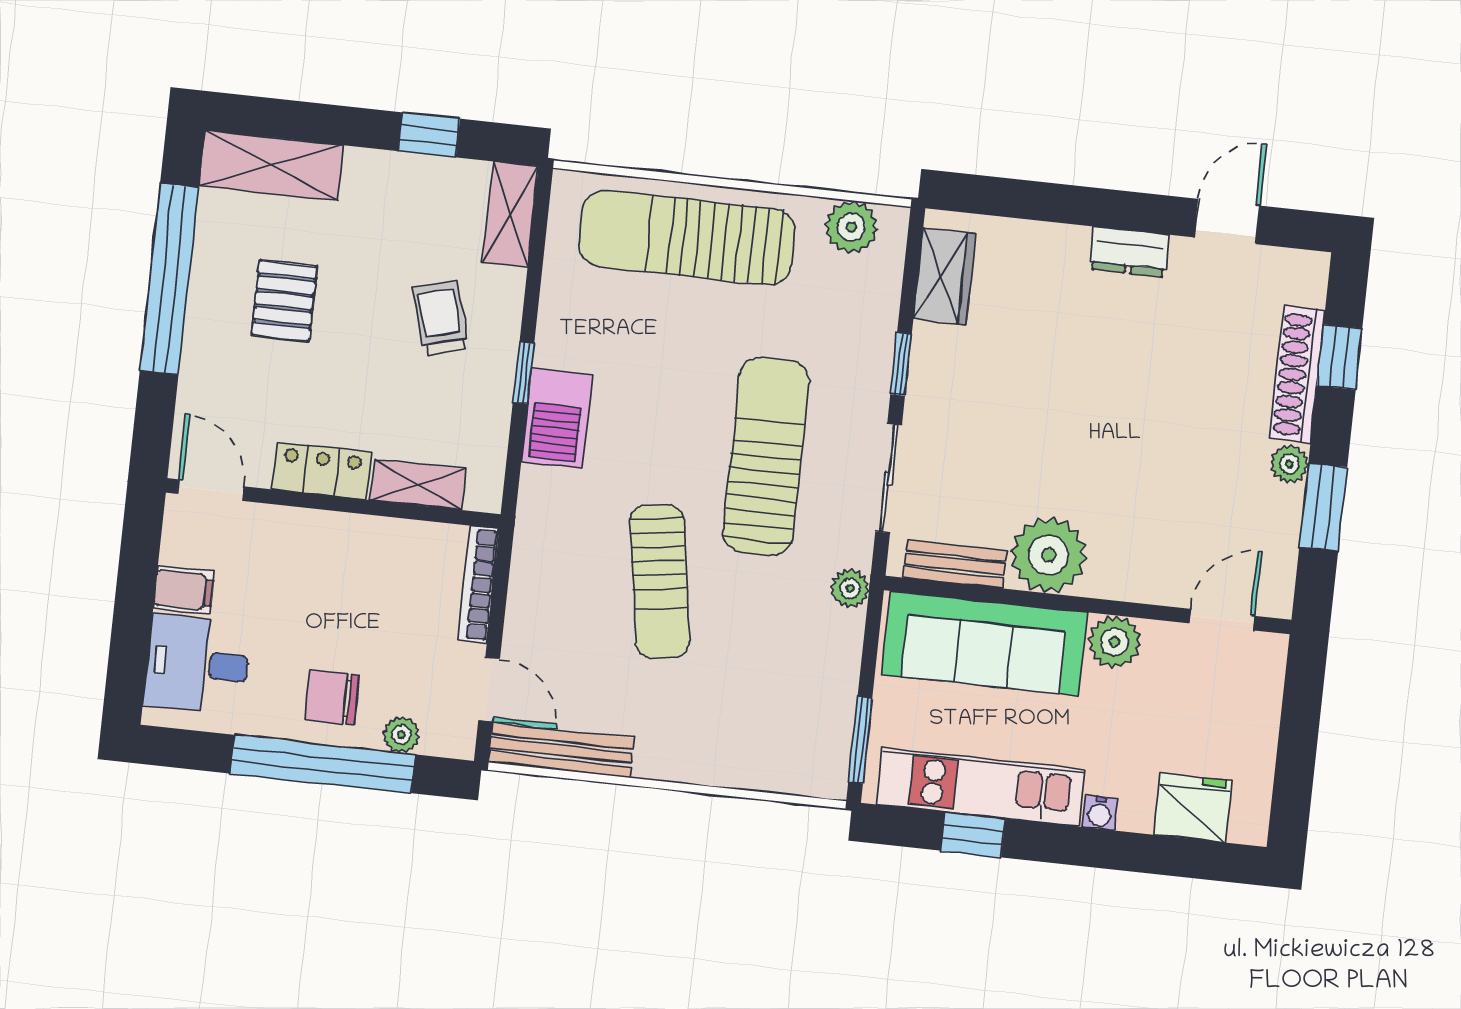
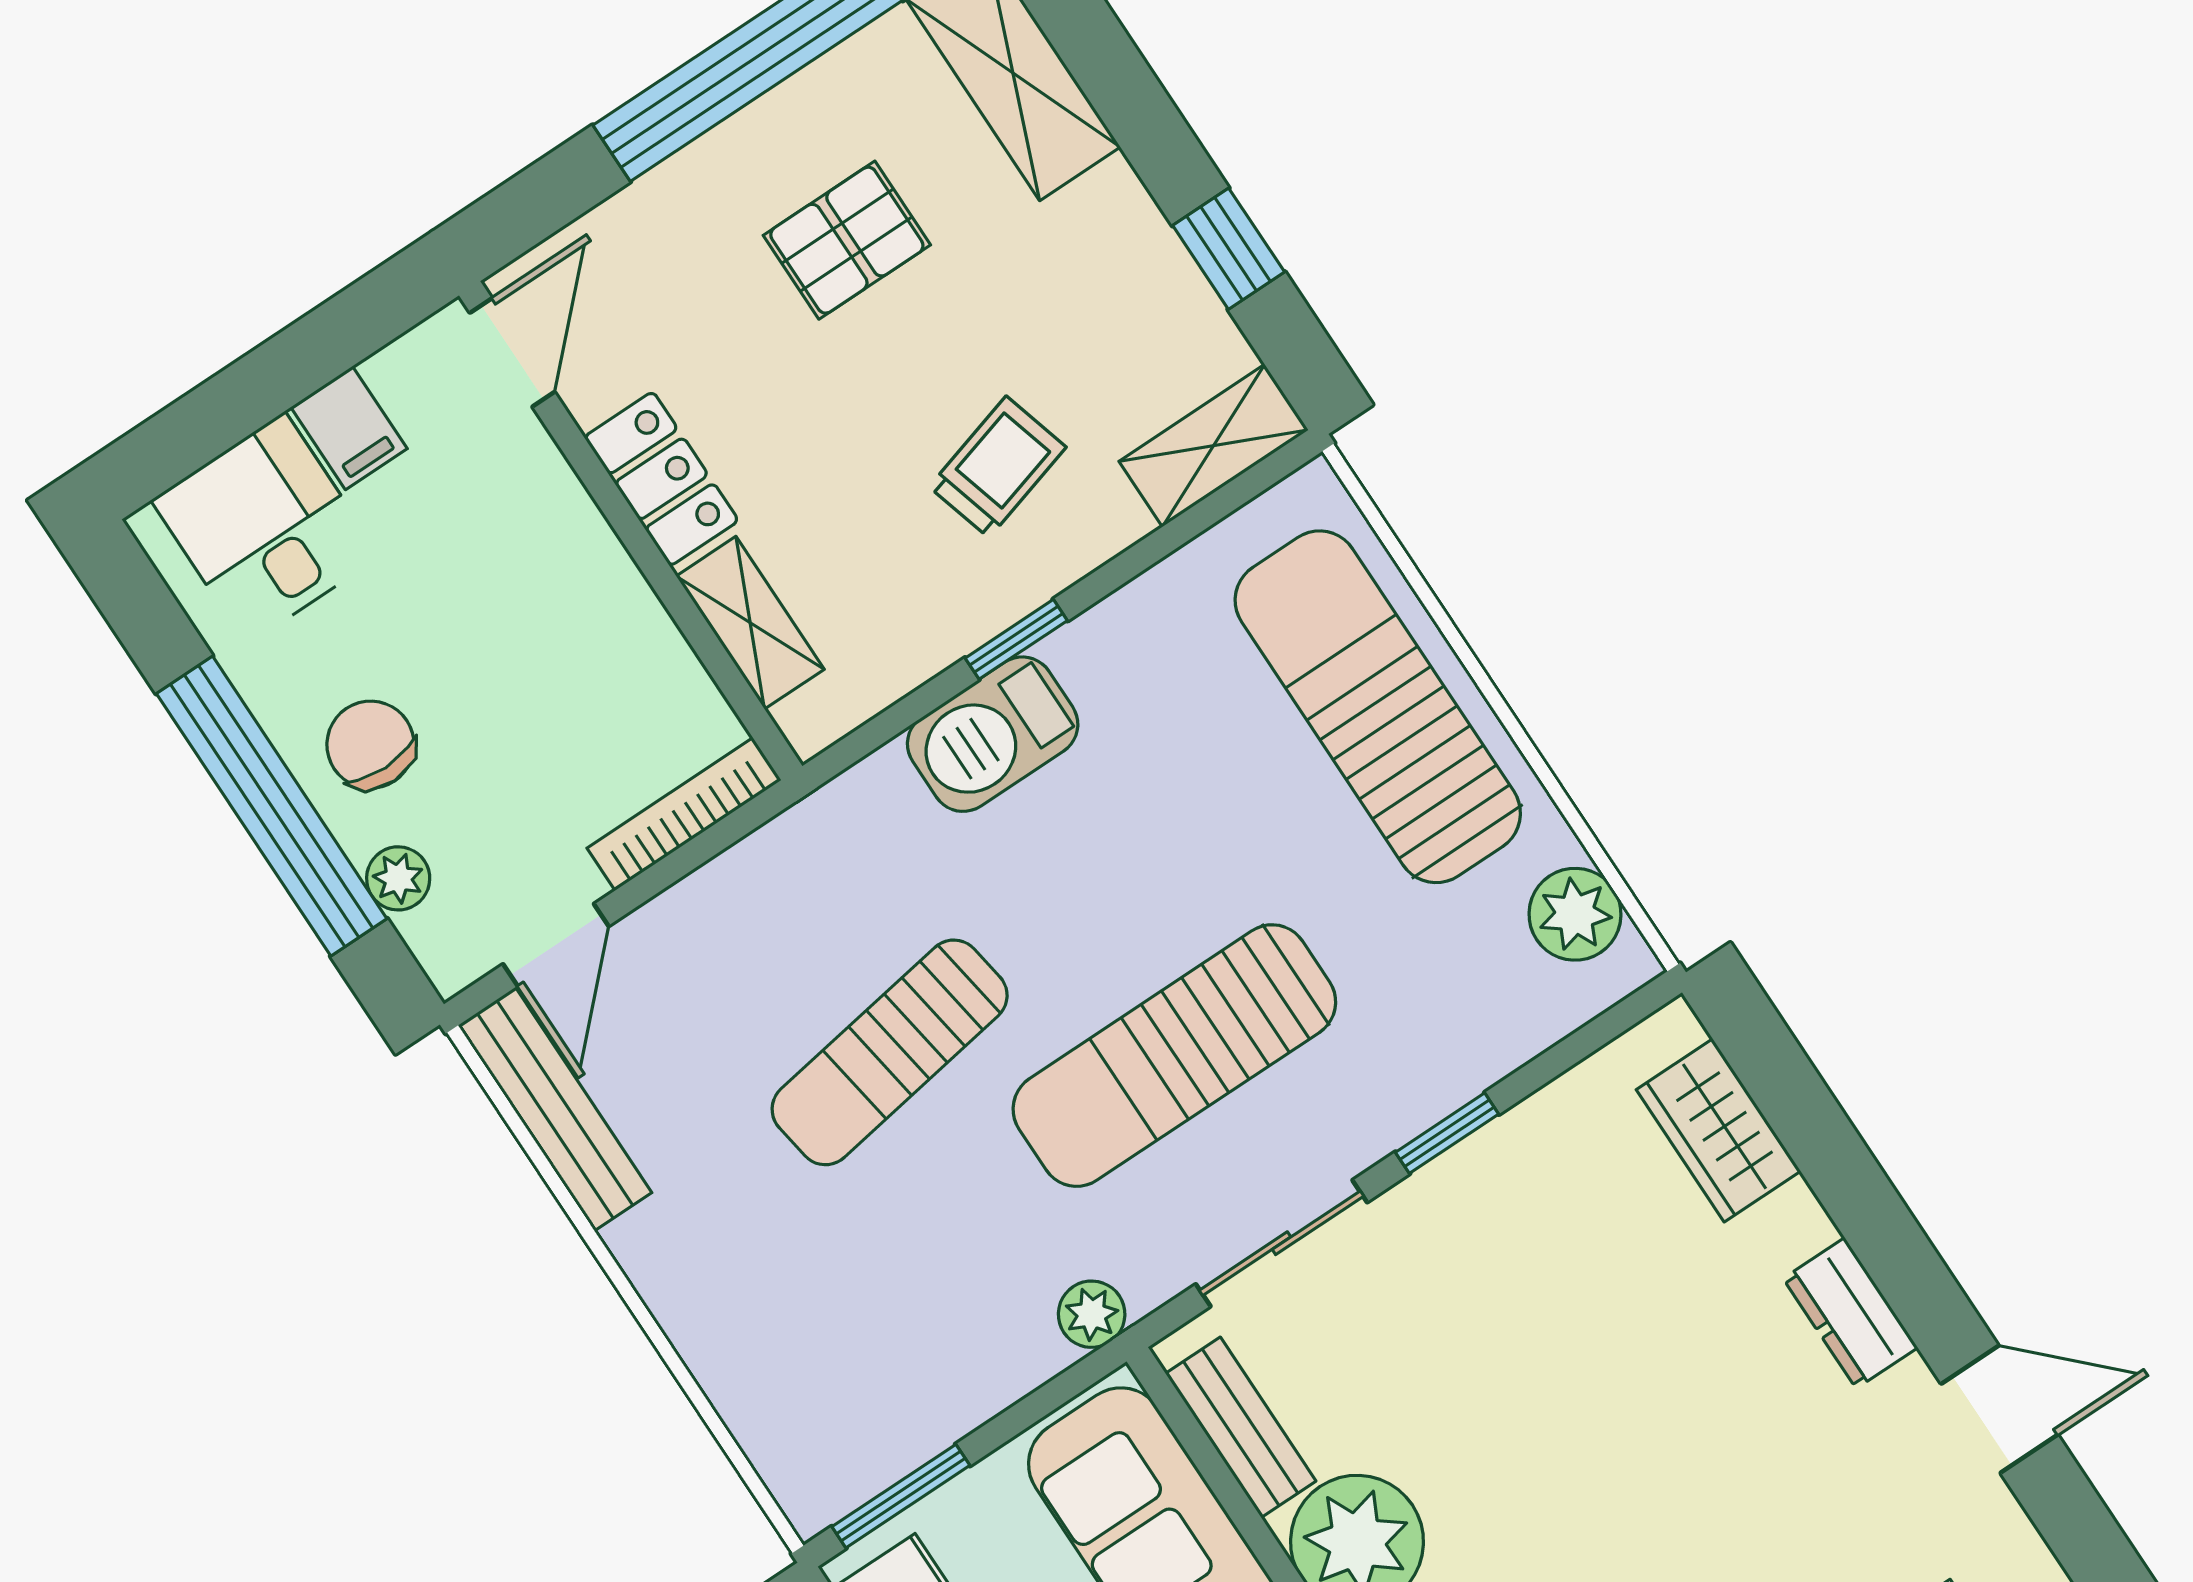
wardrobe: (945, 276) -> (1718, 1130), moved, turned 90
sun lounger: (766, 456) -> (1174, 1056), turned 180

